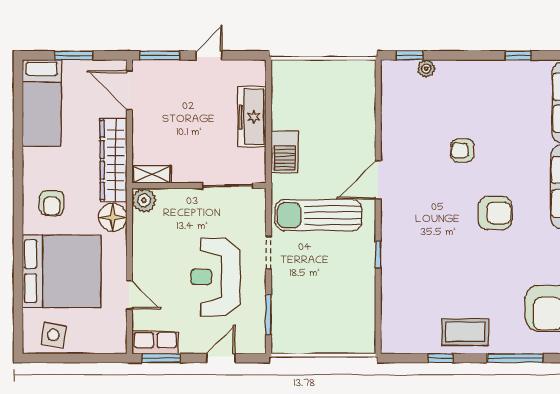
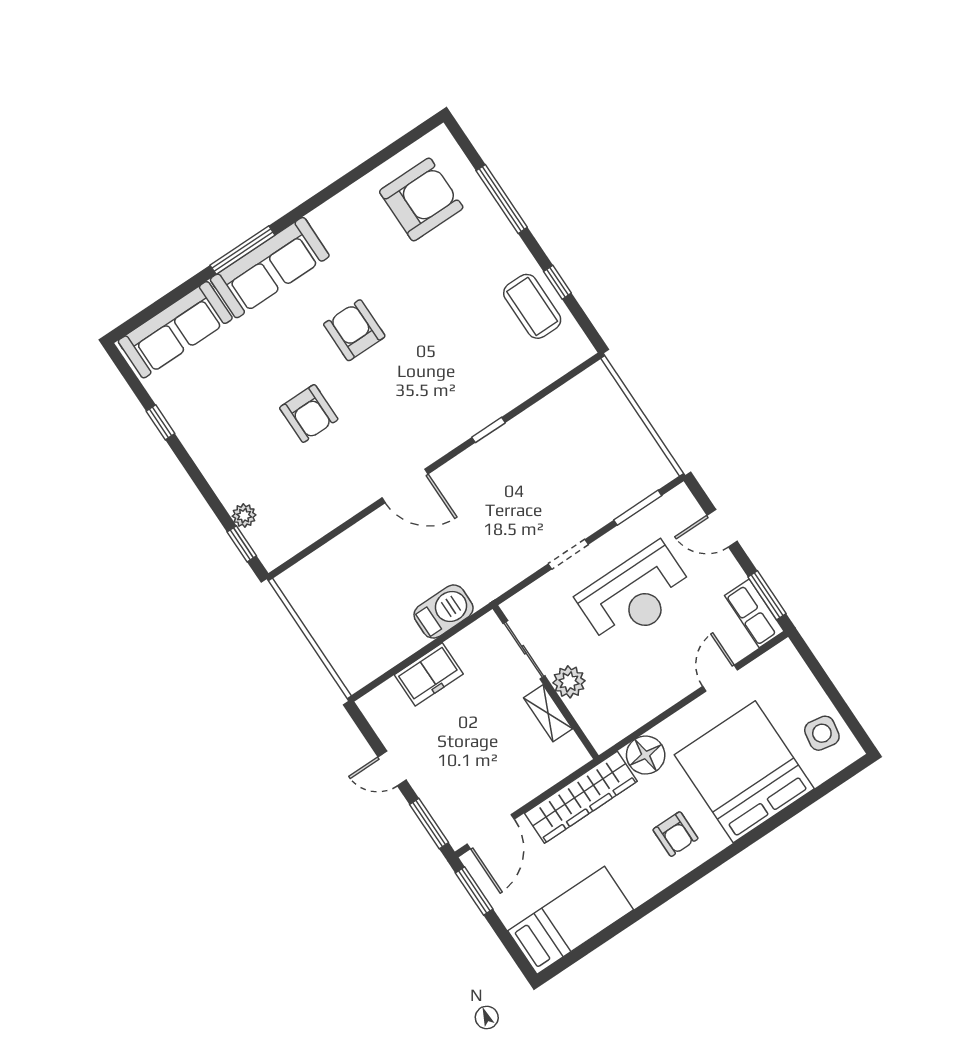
window: (74, 55) -> (474, 891), moved
freezer: (252, 117) -> (429, 674), width x0.71
armchair: (462, 151) -> (309, 413), width x1.38, depth x1.38
shelving: (152, 174) -> (548, 713), moved
plant: (144, 200) -> (569, 682), moved
armchair: (52, 203) -> (676, 834), turned 90
sun lounger: (318, 215) -> (489, 526), removed
coffee table: (465, 332) -> (532, 306), moved

